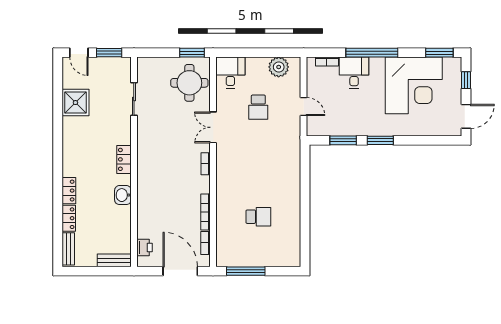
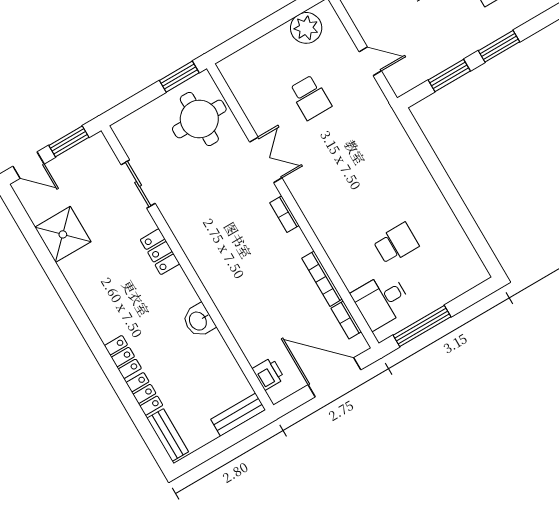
desk: (230, 73) -> (381, 301), moved, turned -90
double door: (213, 127) -> (266, 160), swing flipped
locker: (124, 159) -> (160, 252), moved

